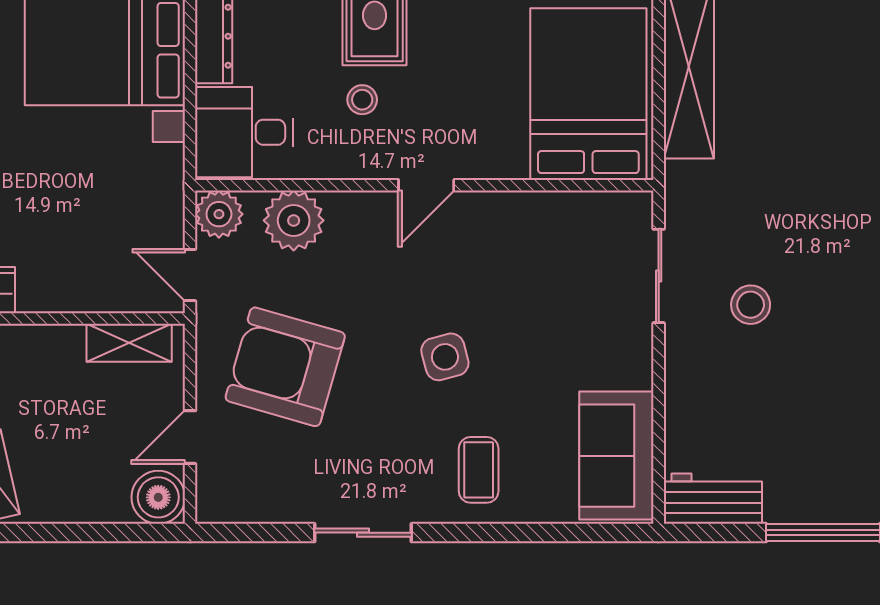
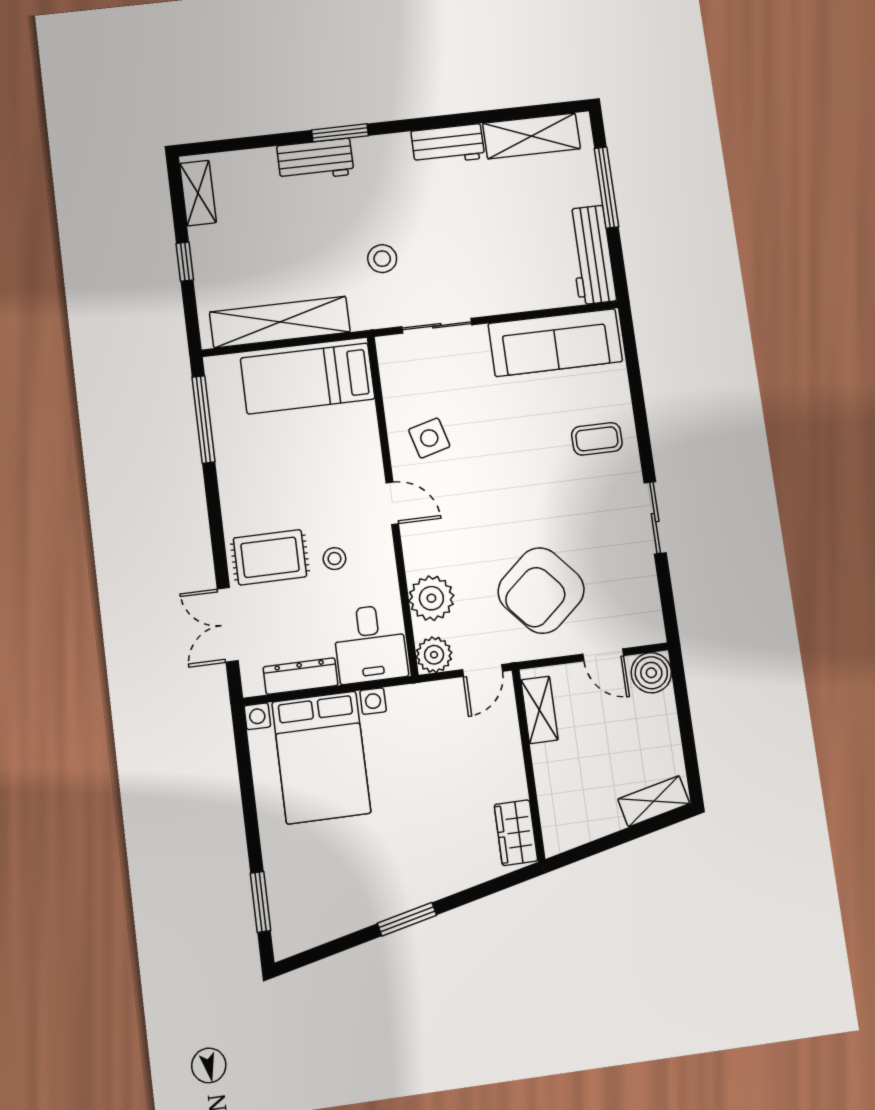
bed: (588, 94) -> (308, 378), width x0.67
stool: (751, 305) -> (382, 259), moved
side table: (445, 357) -> (429, 438), moved
armchair: (285, 367) -> (541, 591), turned 33
sofa: (616, 456) -> (555, 343), width x1.36
workbench: (713, 499) -> (591, 255), width x1.38

